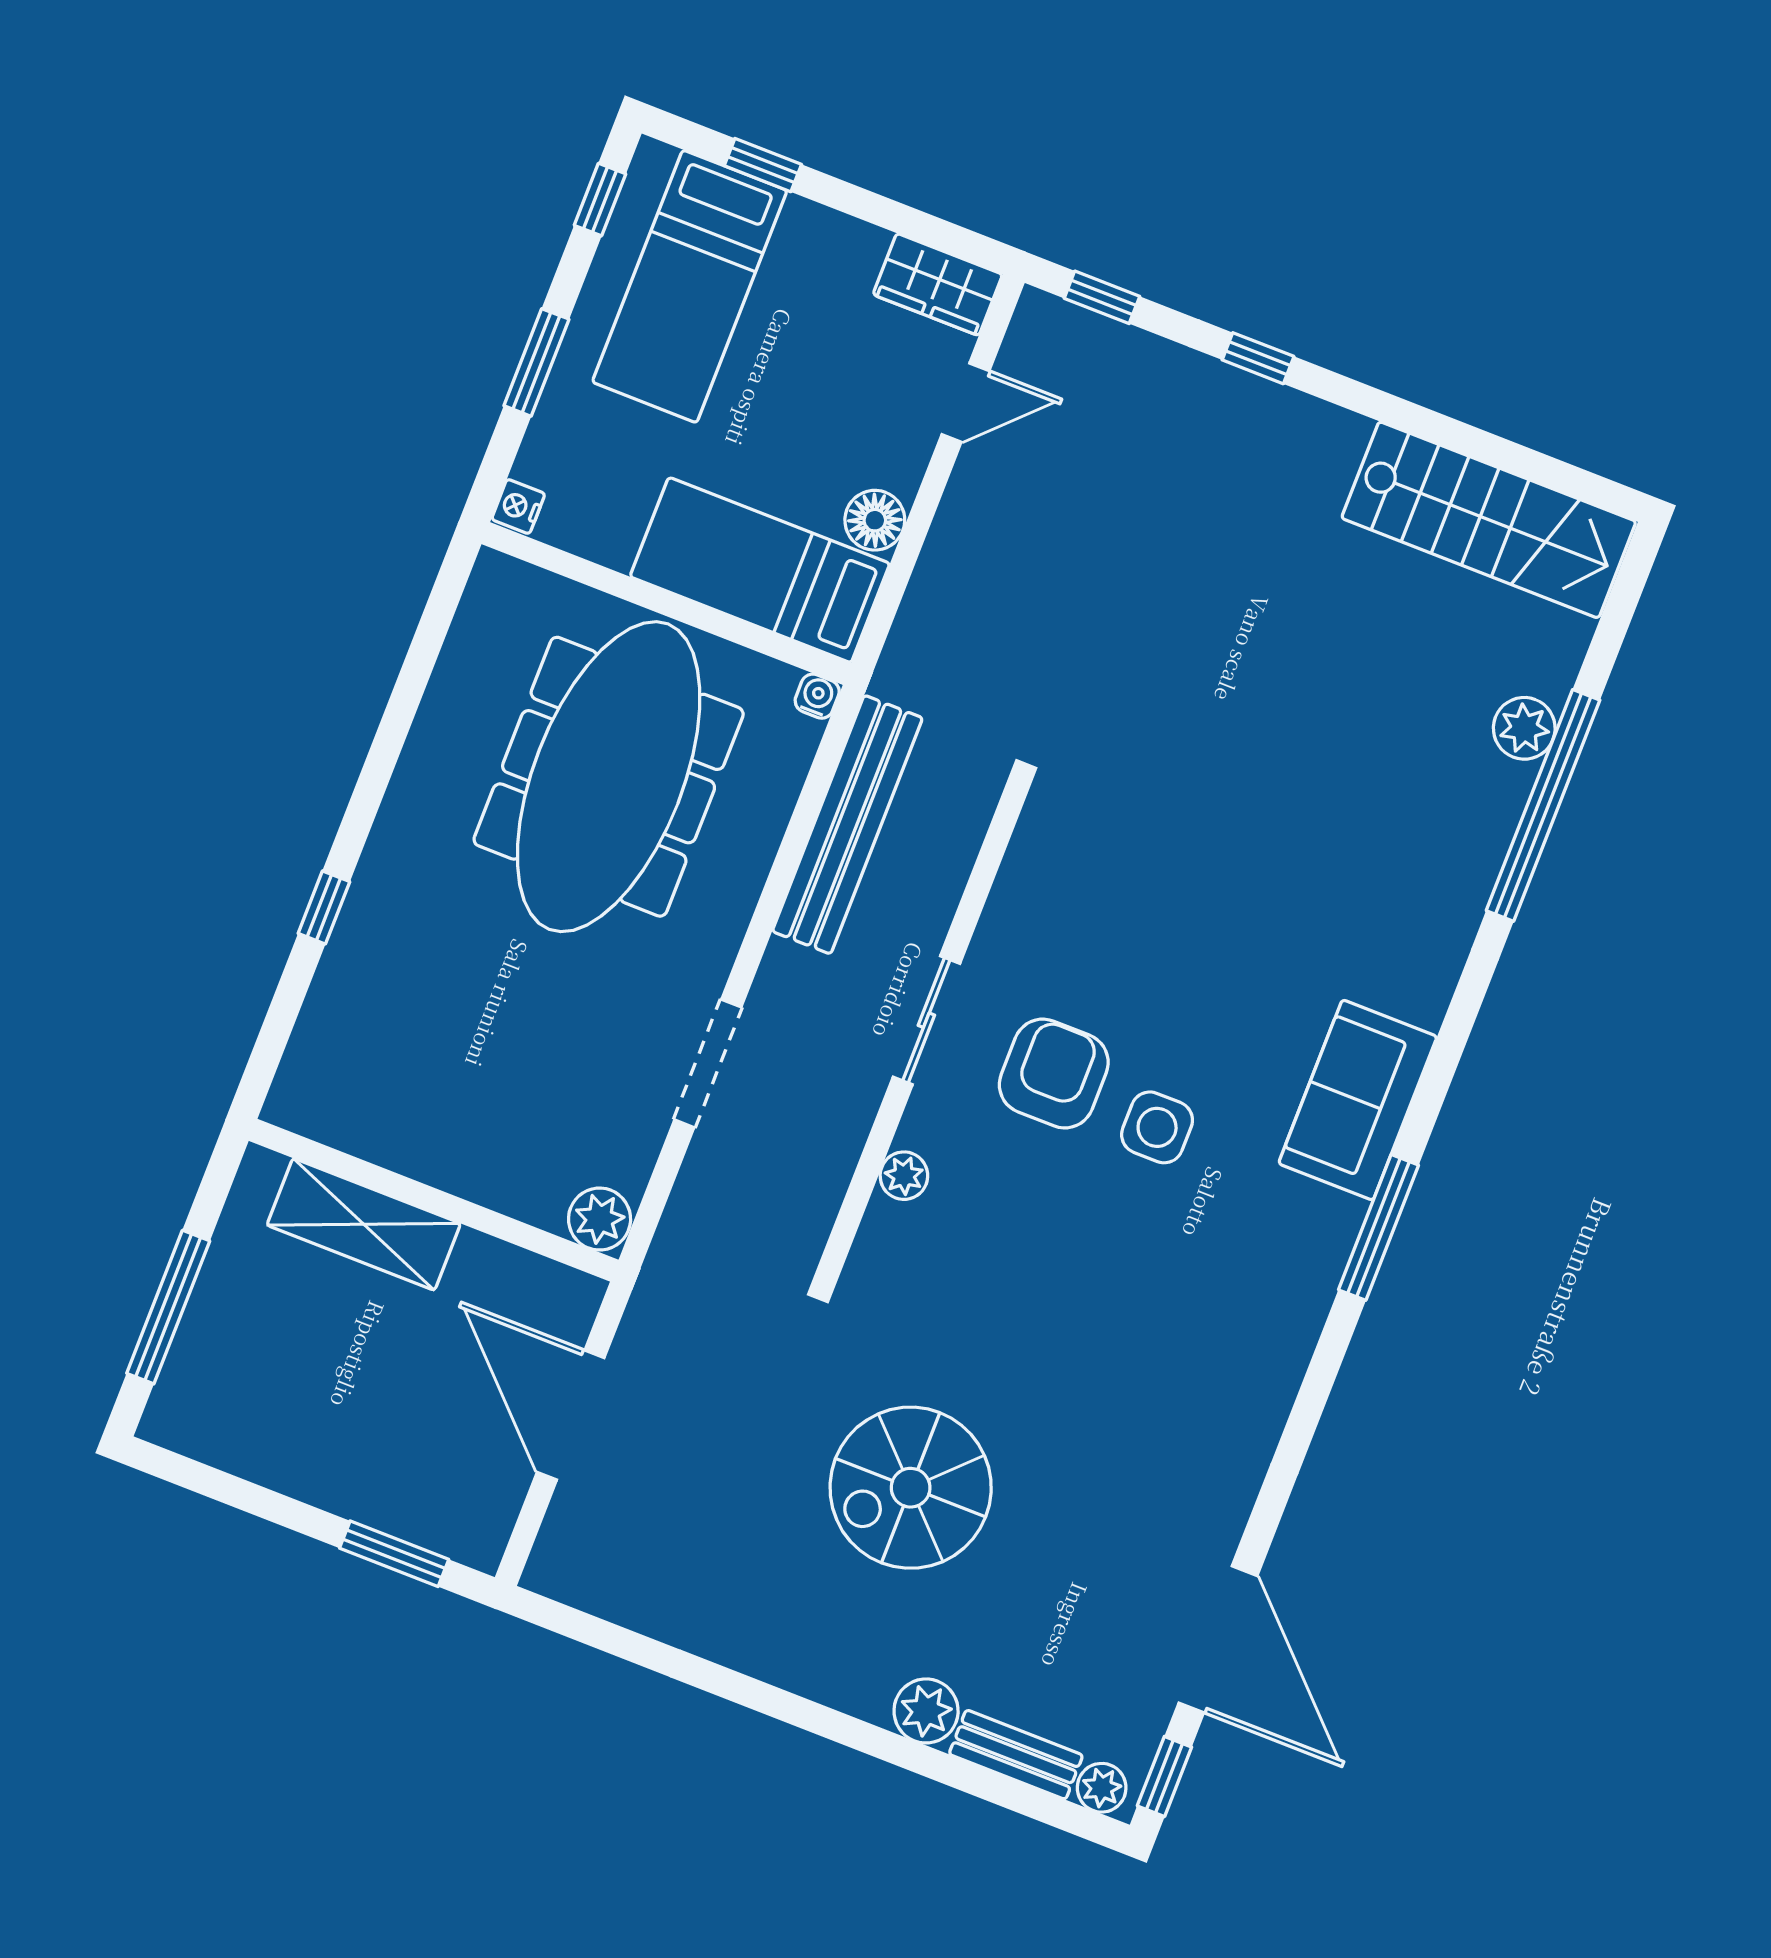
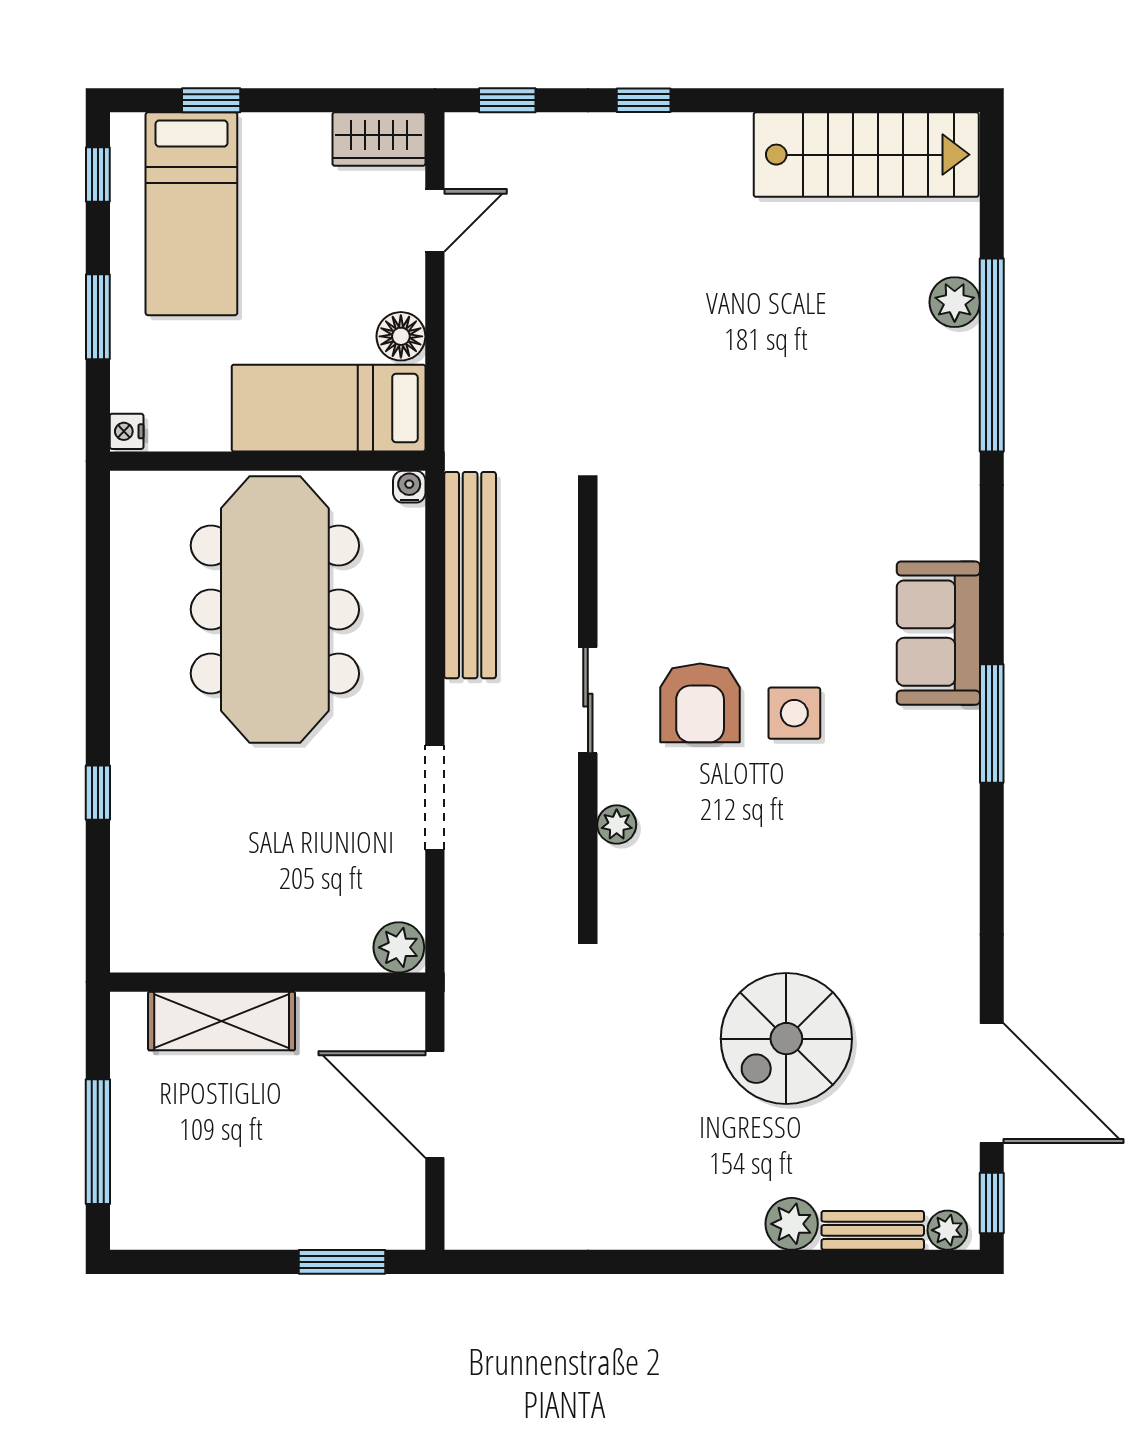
armchair: (1054, 1074) -> (700, 703), turned 180
spiral stairs: (911, 1488) -> (786, 1039), moved

